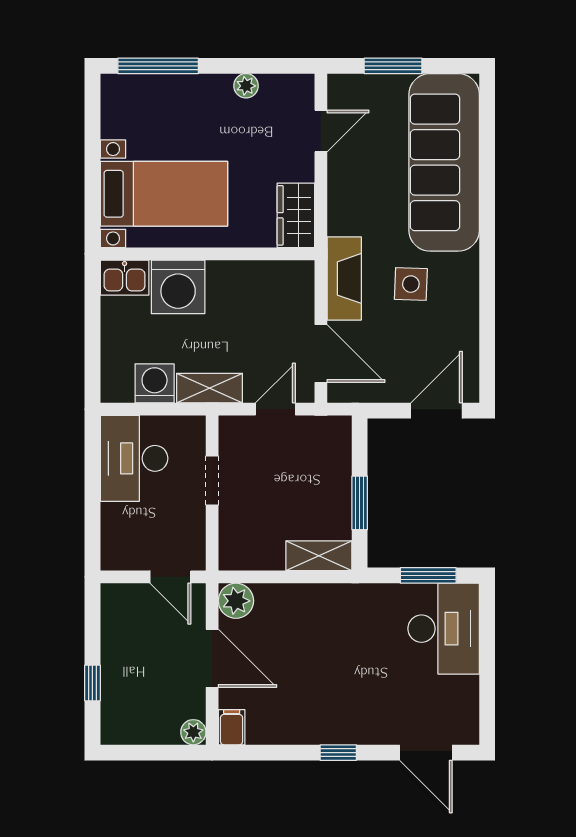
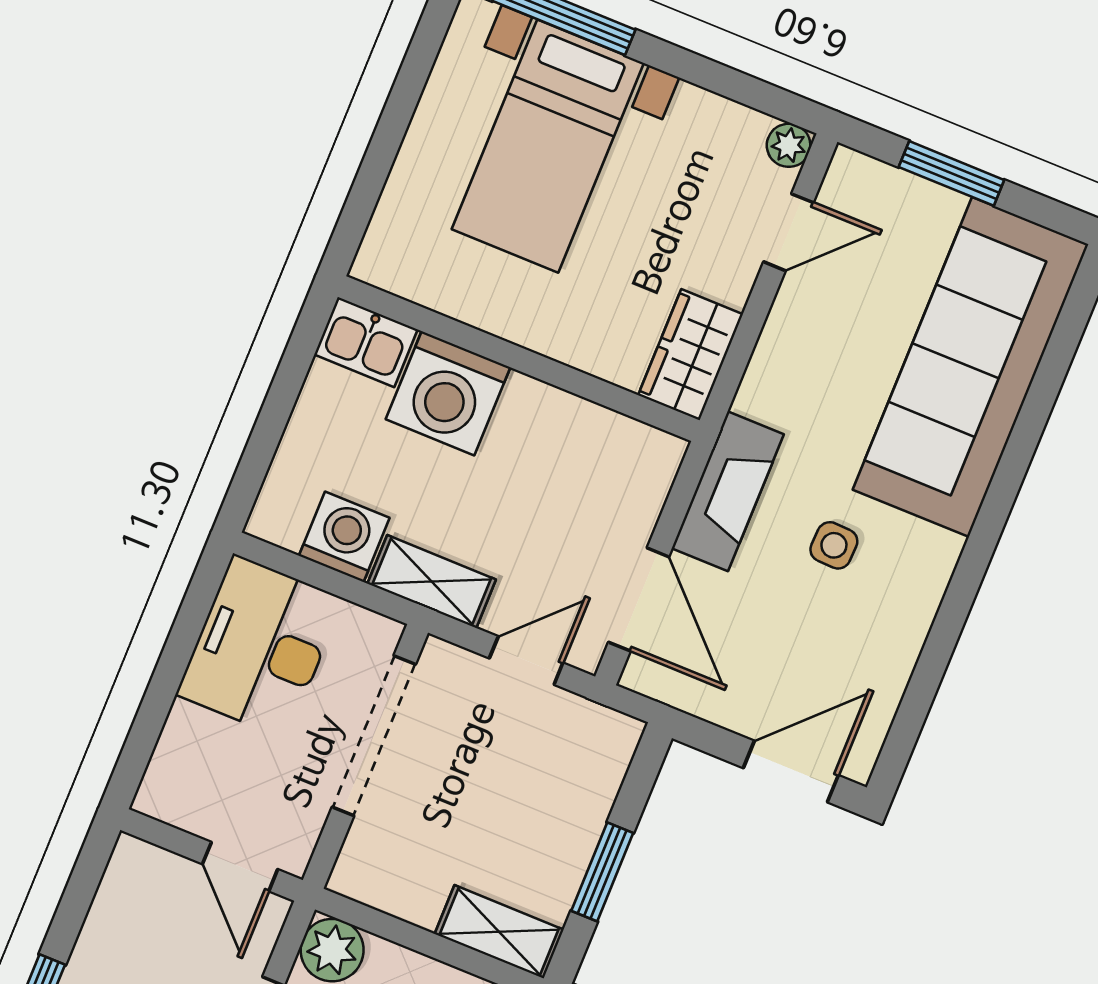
plant: (246, 86) -> (789, 145), moved
bed with nightstands: (164, 194) -> (548, 146), moved, turned 90
side table: (411, 284) -> (834, 545), width x0.73, depth x0.73
doorway: (212, 481) -> (374, 736), width x1.88

